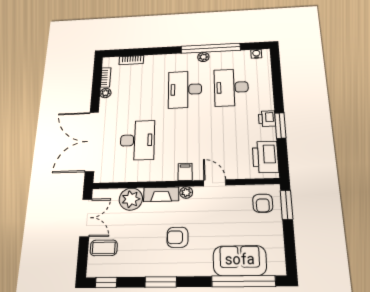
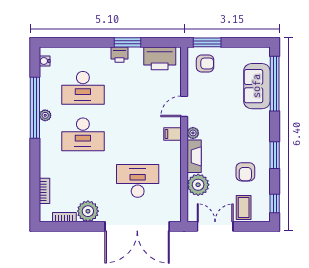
plant: (105, 93) -> (88, 211), width x1.88, depth x1.88
armchair: (177, 237) -> (245, 172), moved

